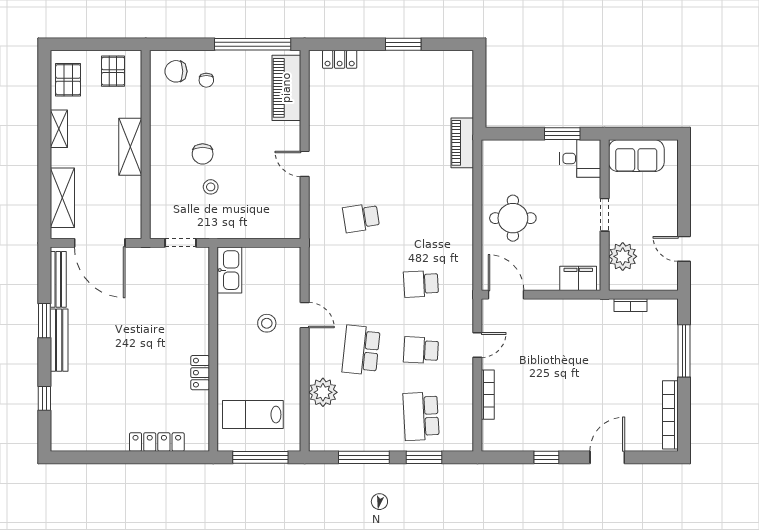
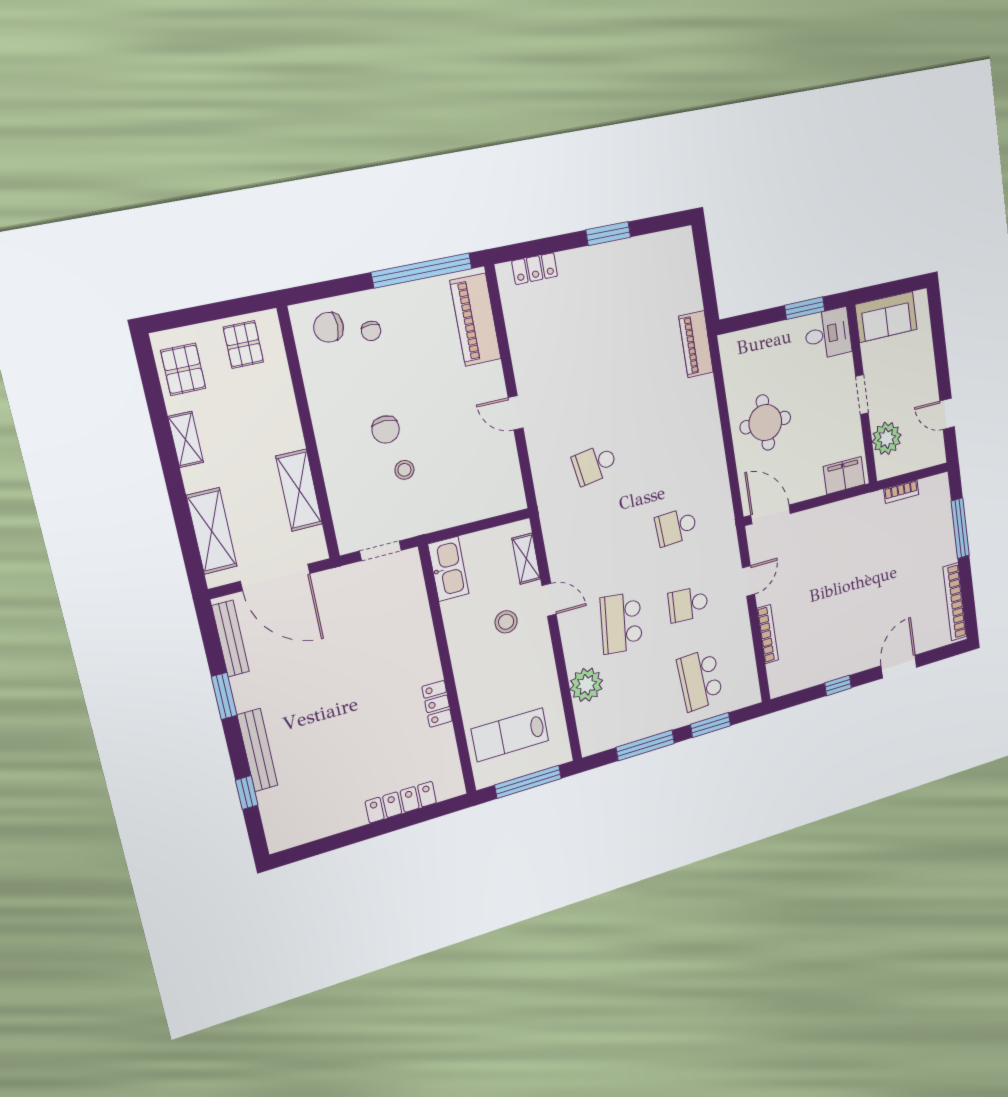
shelving: (130, 147) -> (299, 490), moved
shelving: (292, 278) -> (526, 559), added
bench: (59, 340) -> (257, 750), moved

